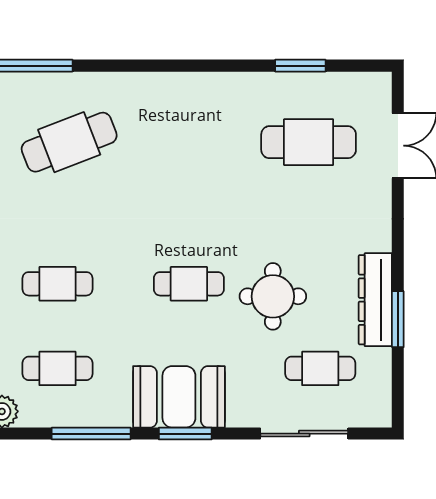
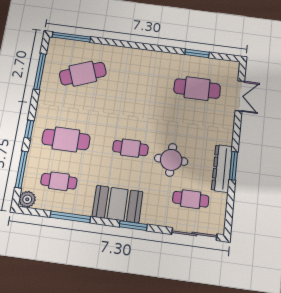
cafe table: (57, 284) -> (66, 139), width x1.37, depth x1.35
window: (398, 319) -> (234, 166), moved
window: (185, 434) -> (133, 226), moved
sliding door: (304, 434) -> (194, 234), moved

